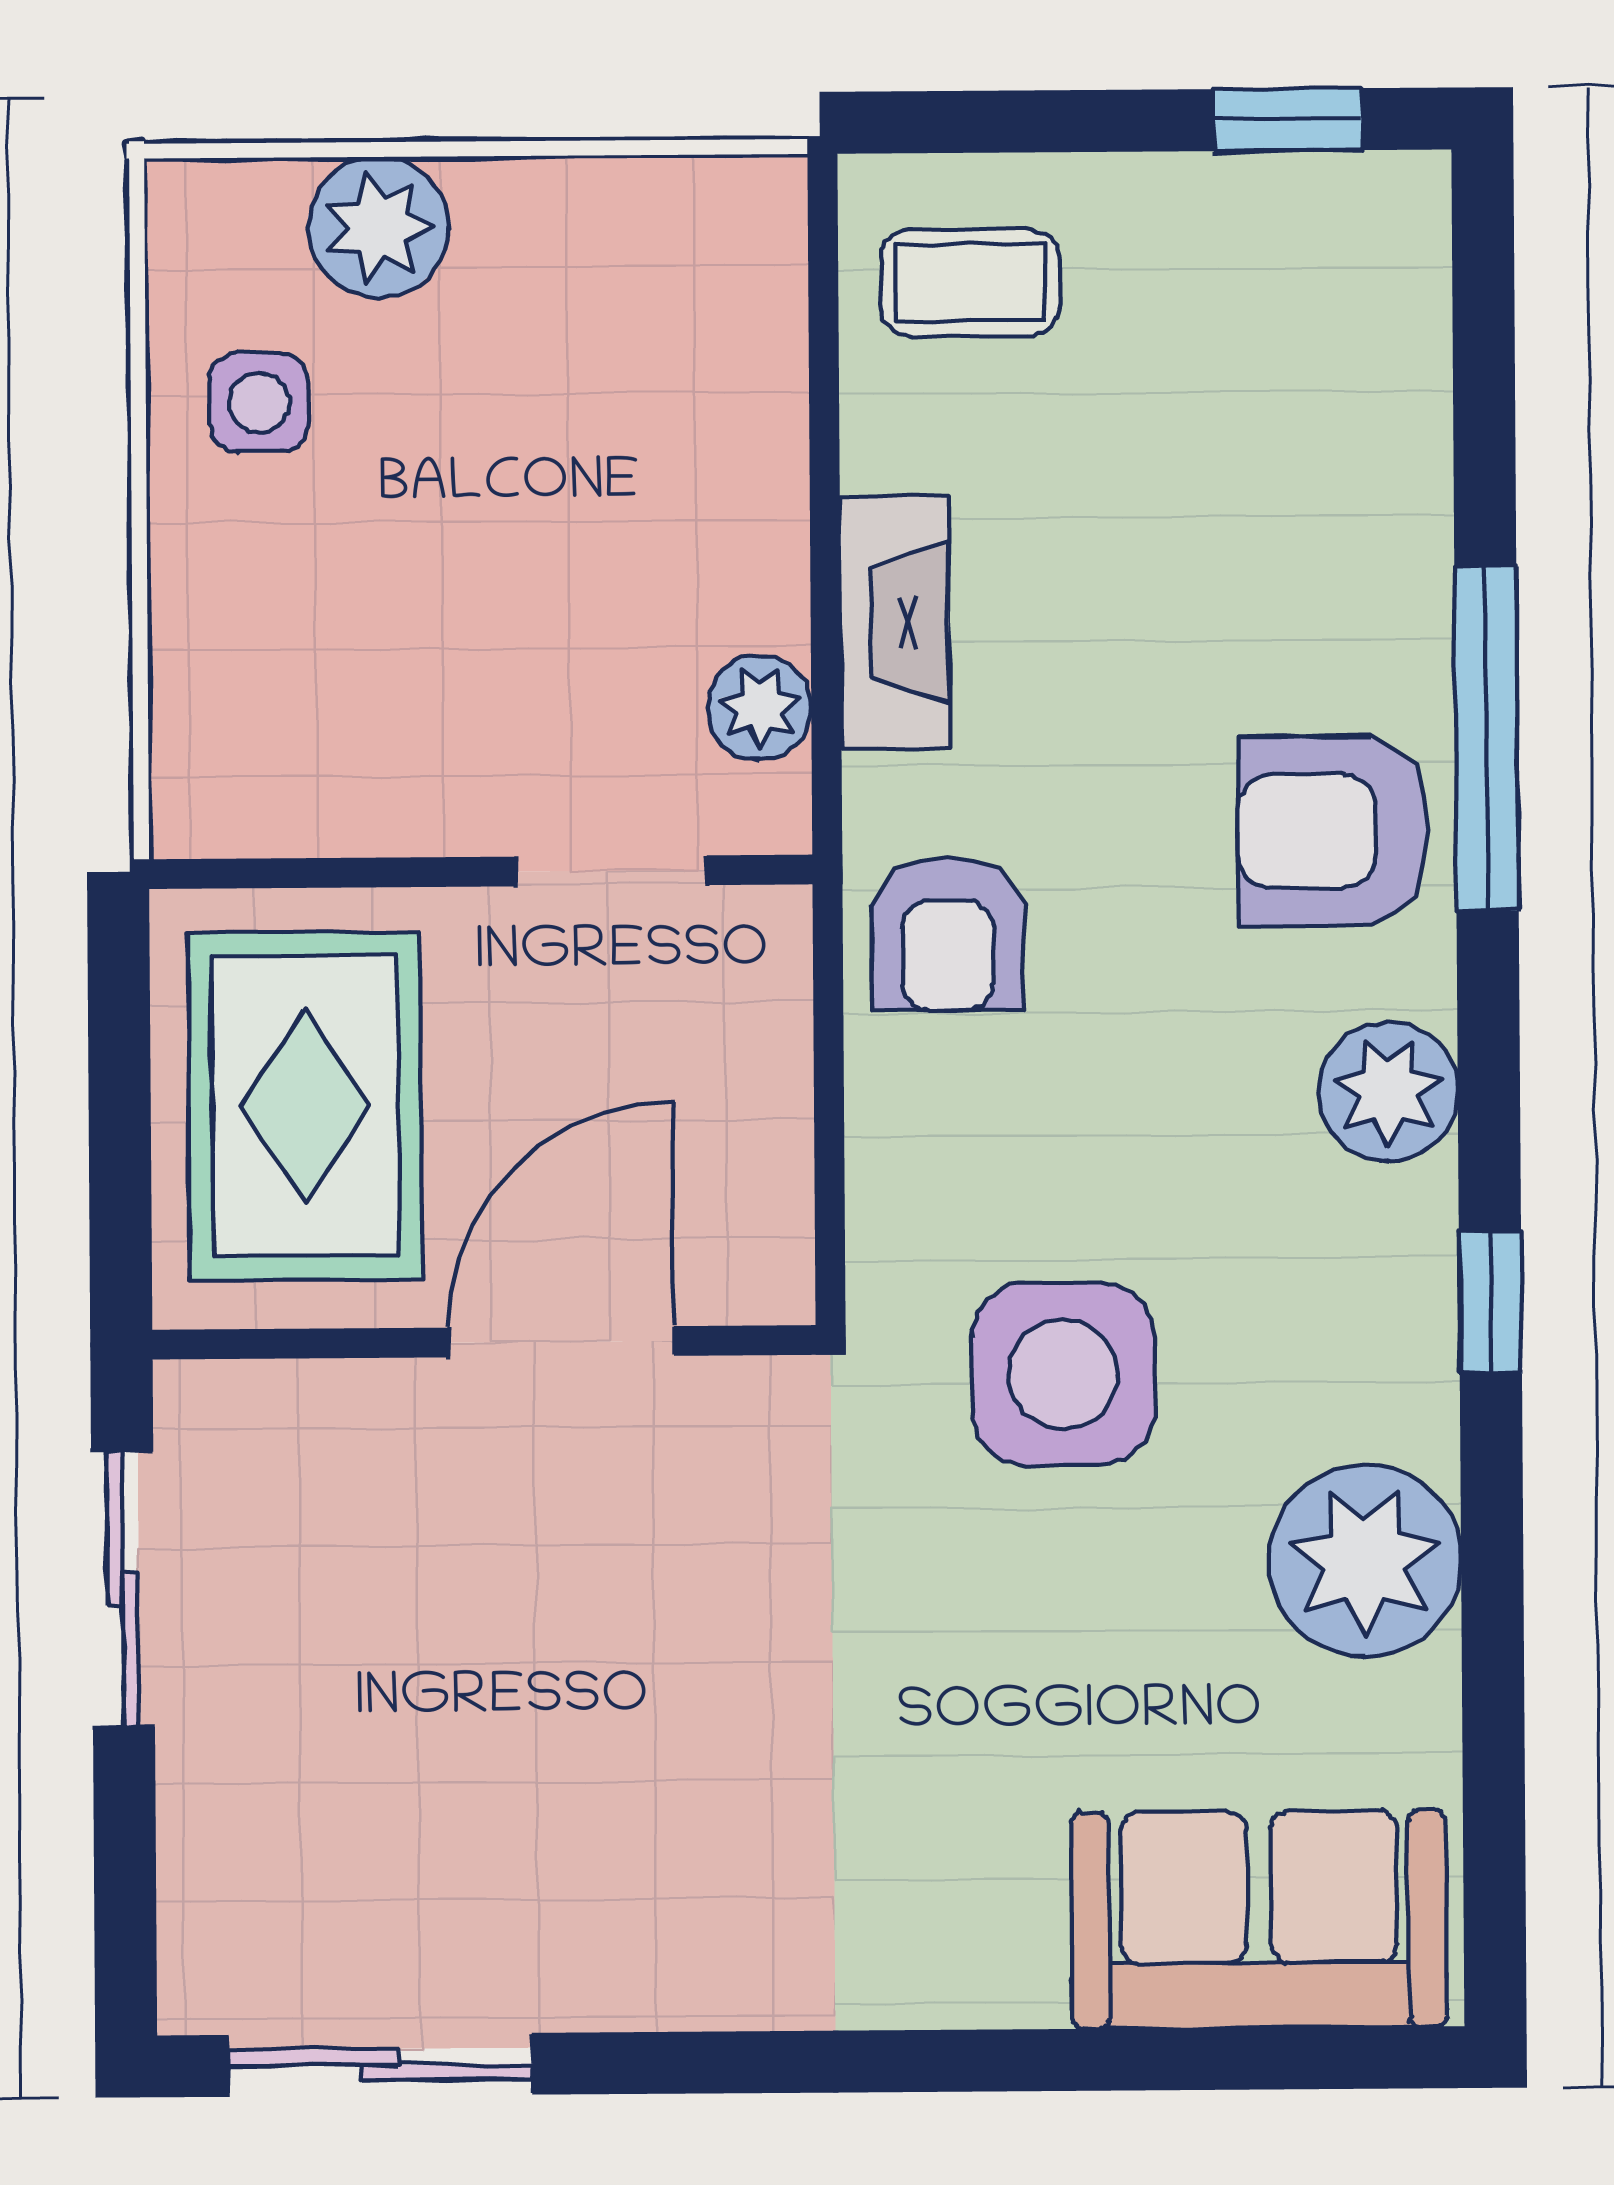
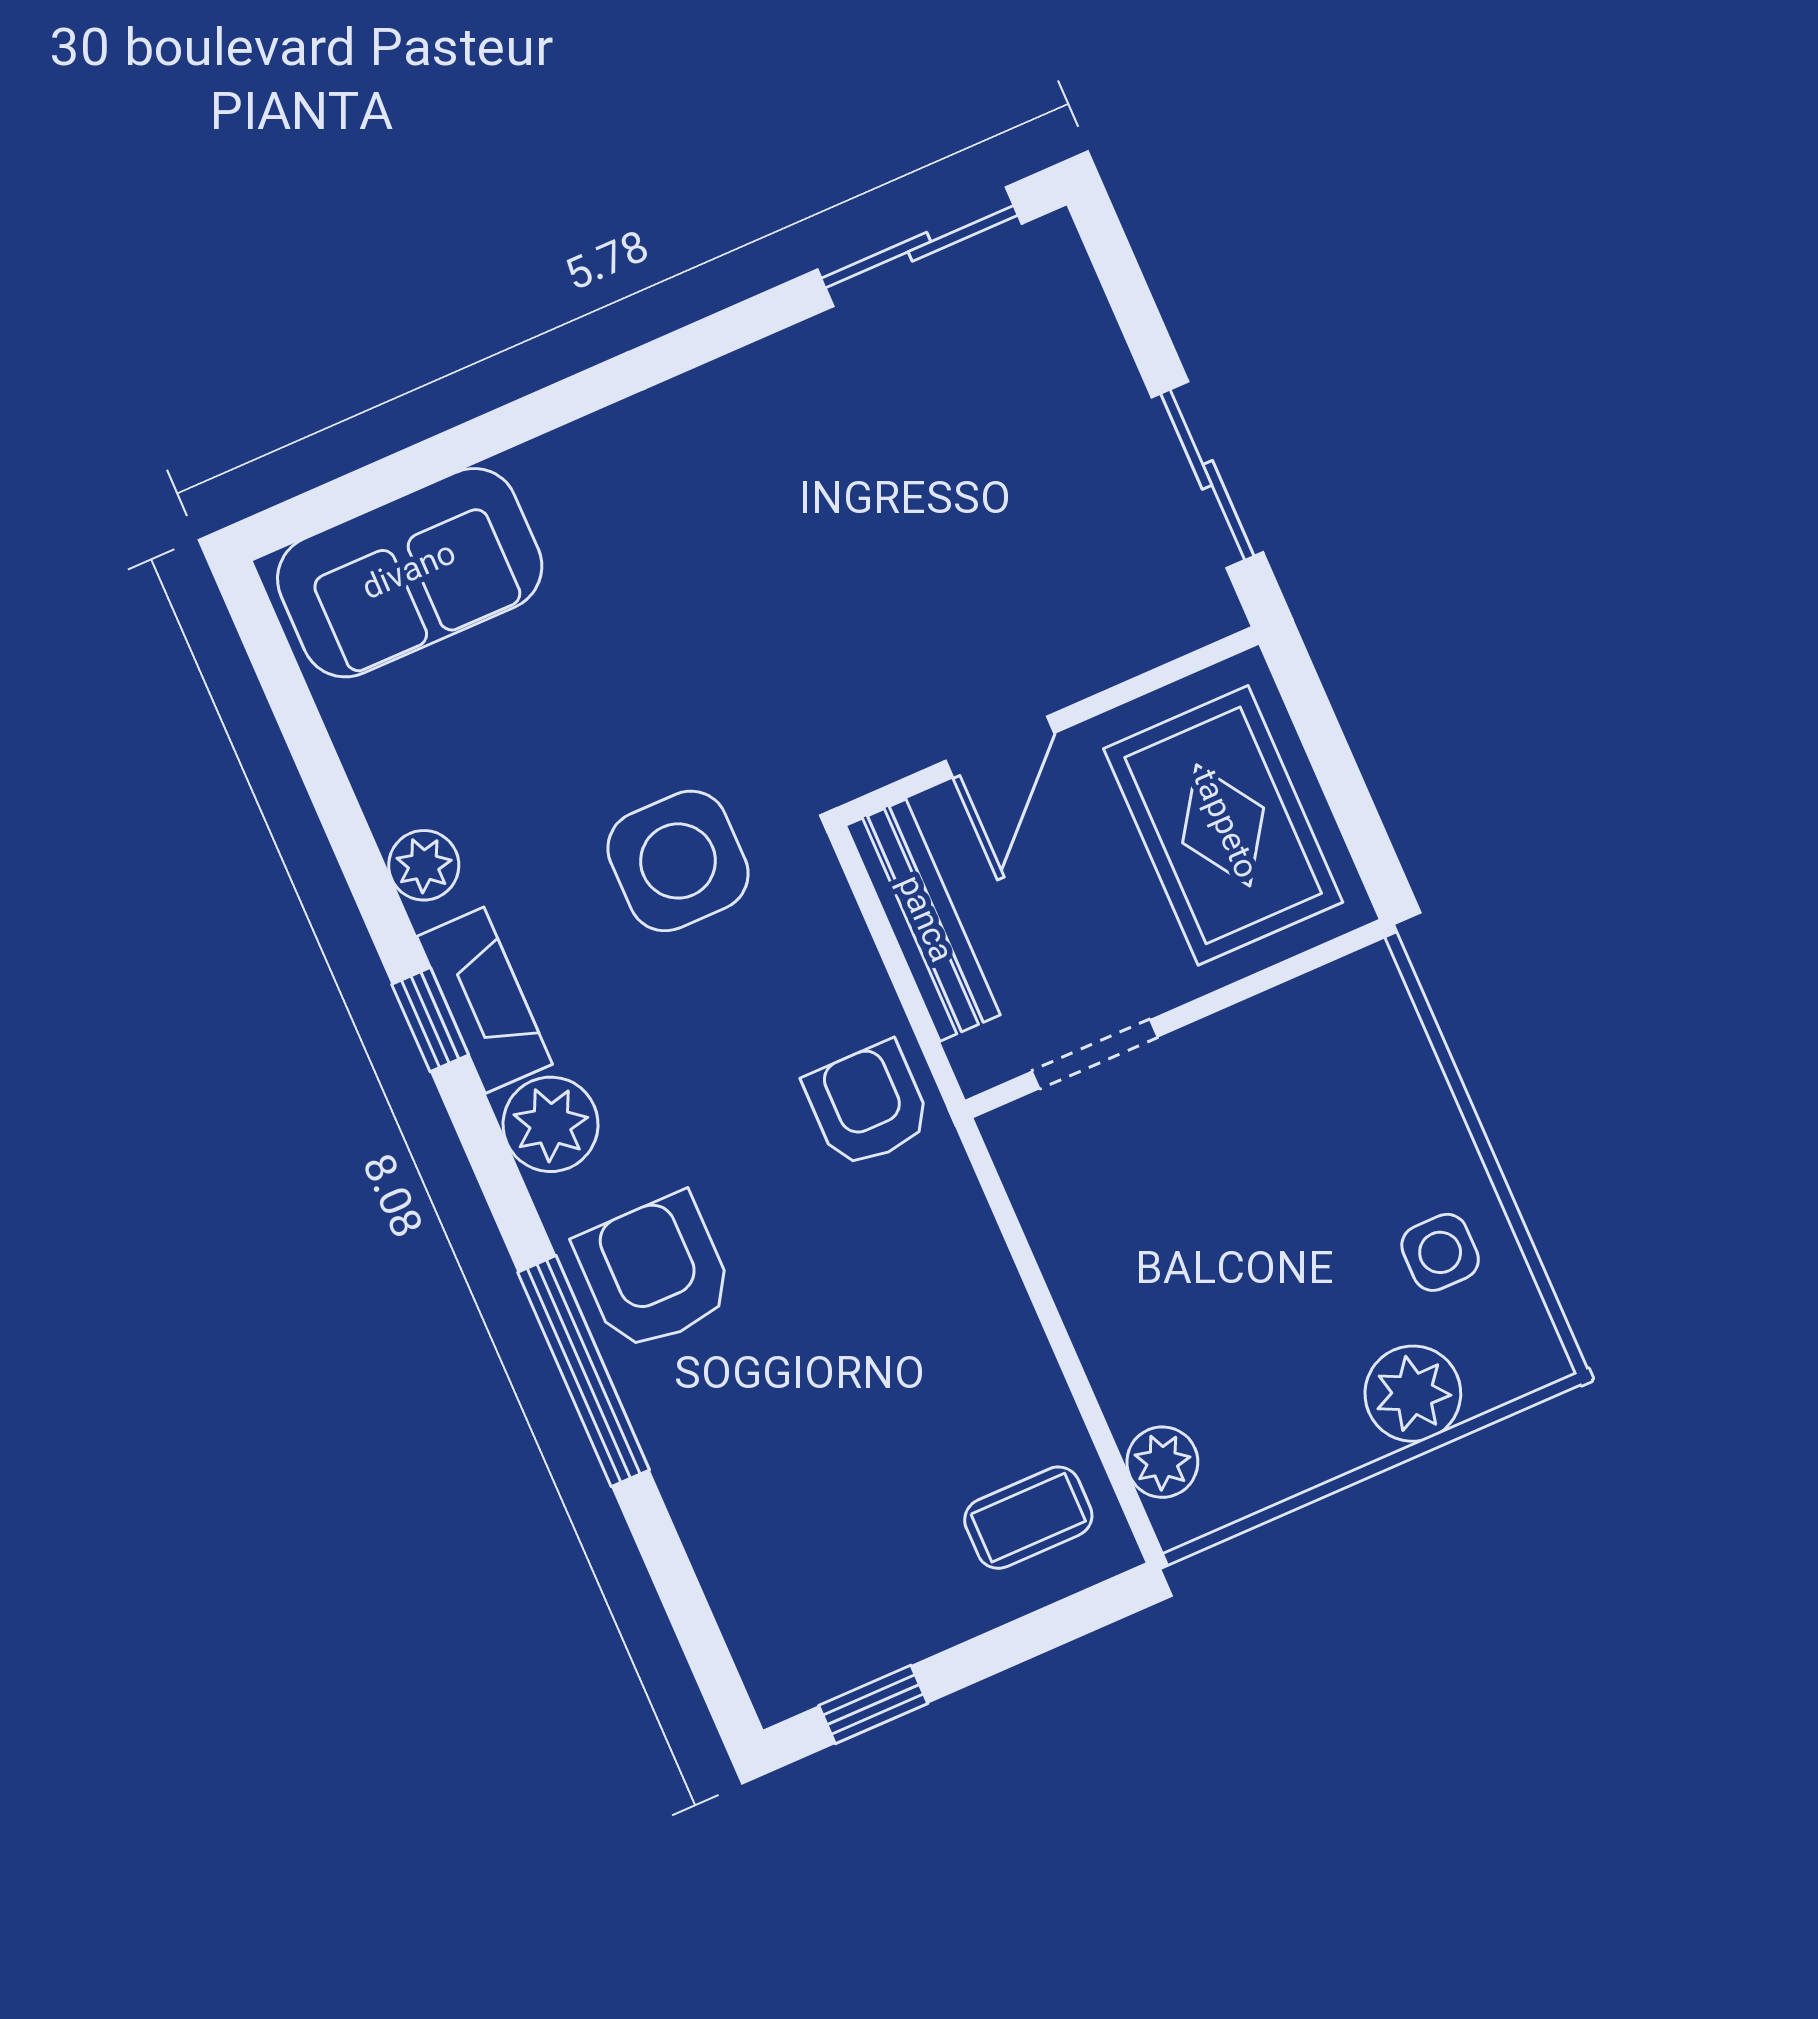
fireplace: (895, 623) -> (485, 1000), moved, turned 180
plant: (759, 708) -> (1162, 1462), moved
armchair: (1333, 831) -> (654, 1272), turned -90
bench: (766, 1152) -> (923, 920), added
door: (561, 1342) -> (1000, 747), width x0.73
plant: (1365, 1561) -> (424, 865), width x0.53, depth x0.53

